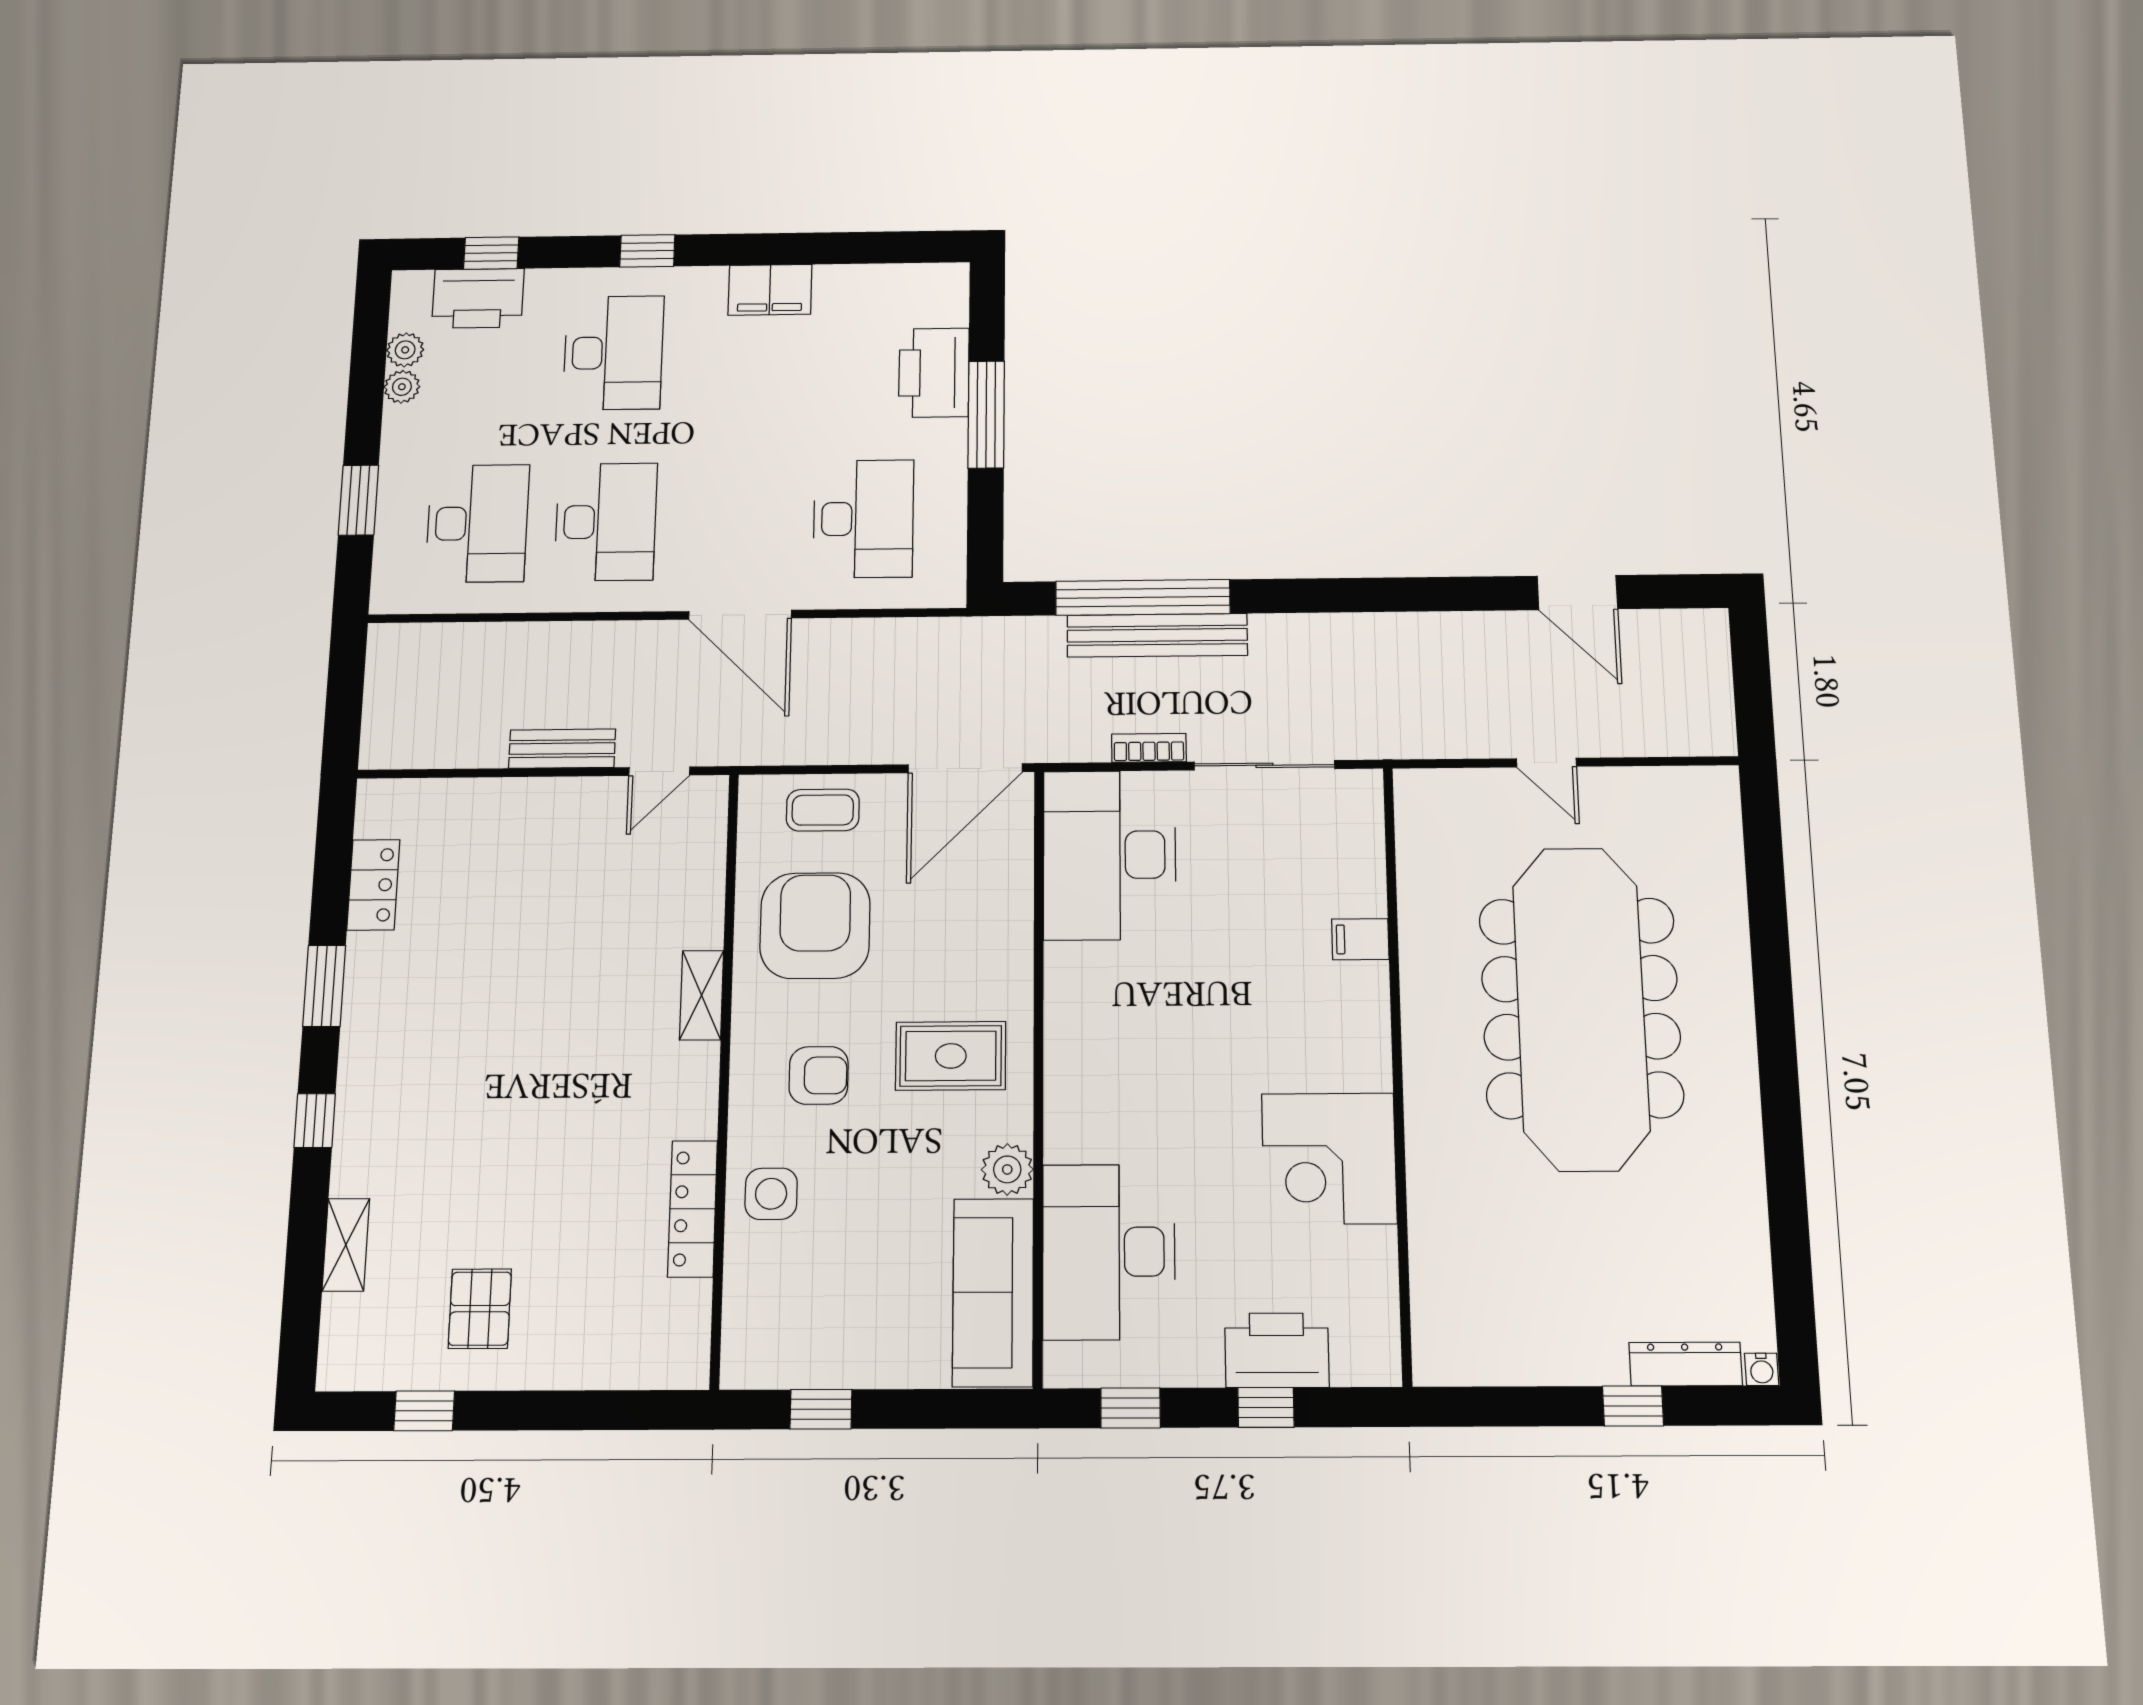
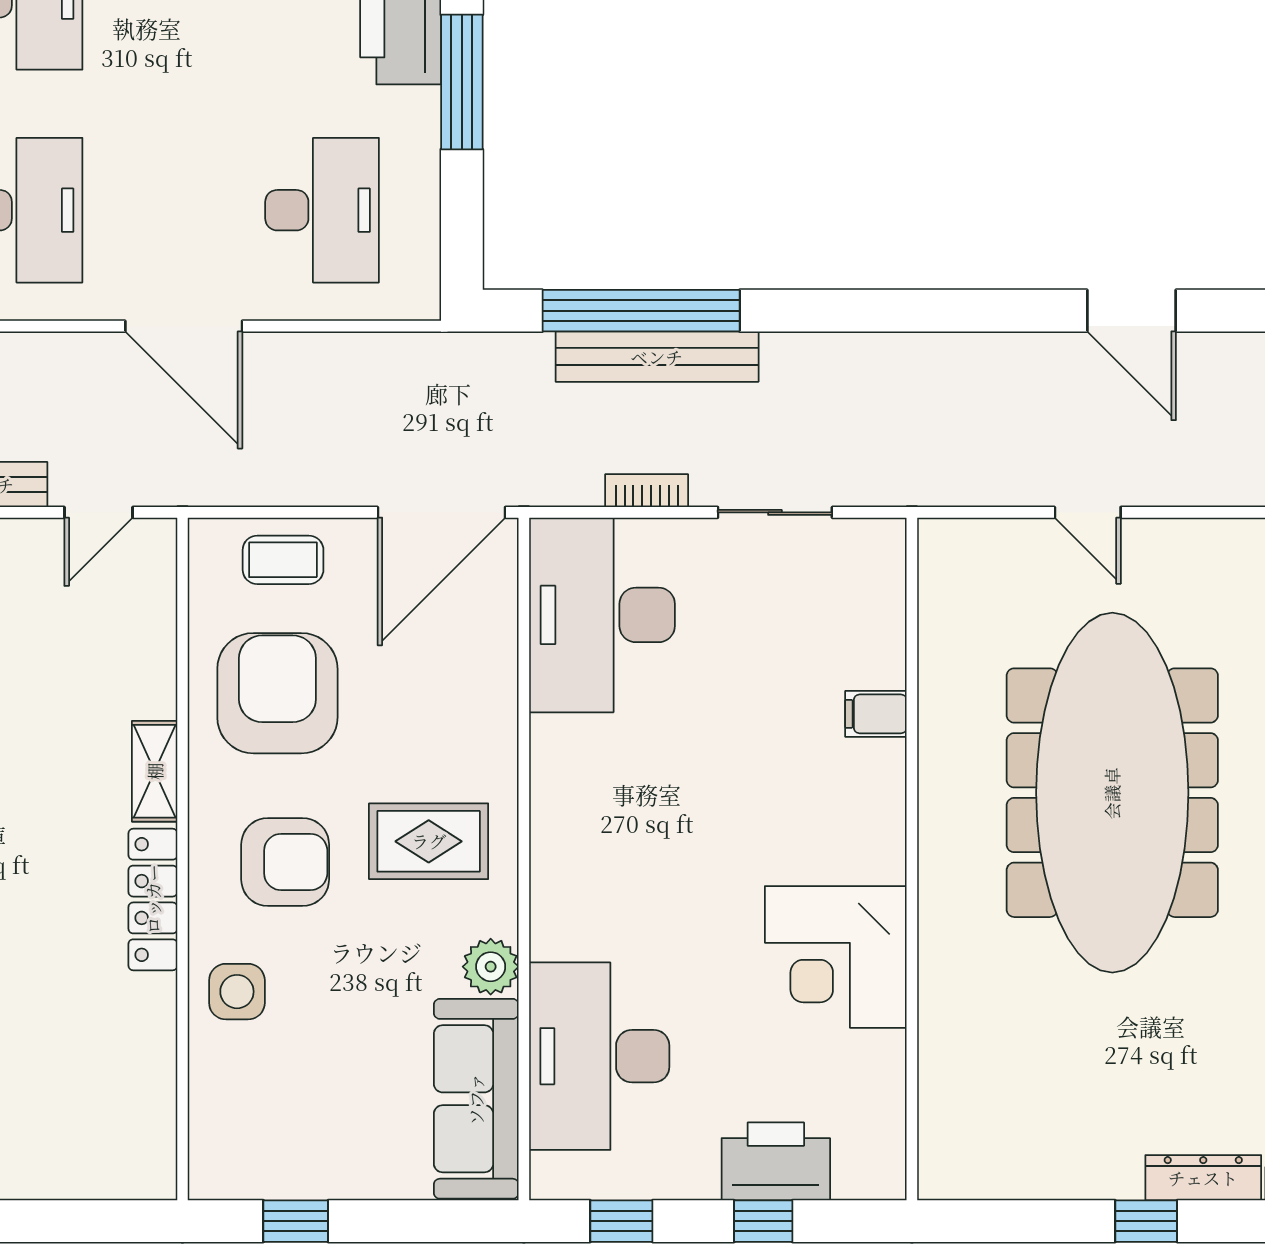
sliding door: (1264, 765) -> (775, 512), width x0.73
armchair: (819, 1075) -> (285, 862), width x1.38, depth x1.38
locker: (693, 1209) -> (153, 899), moved

